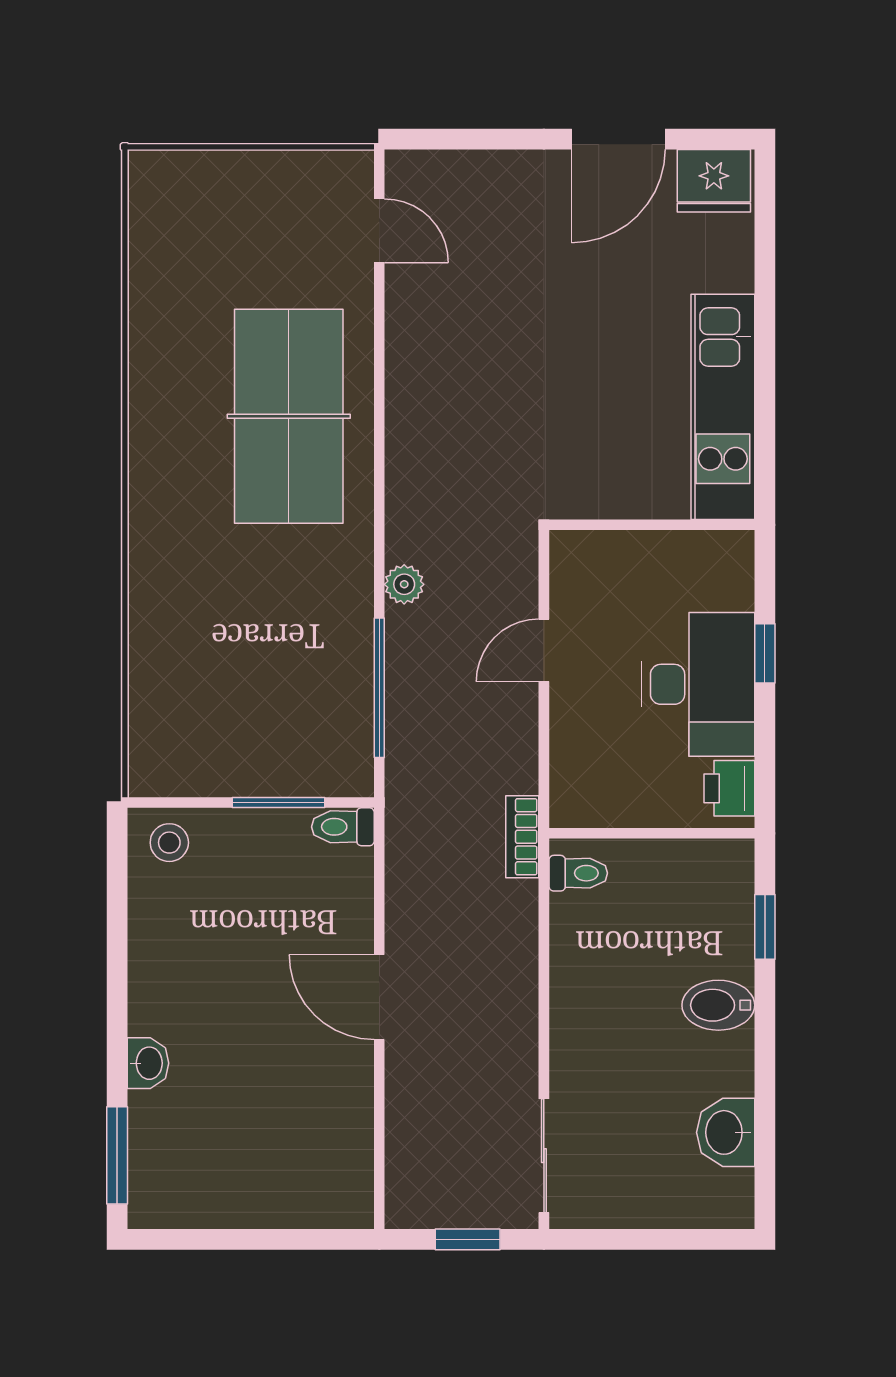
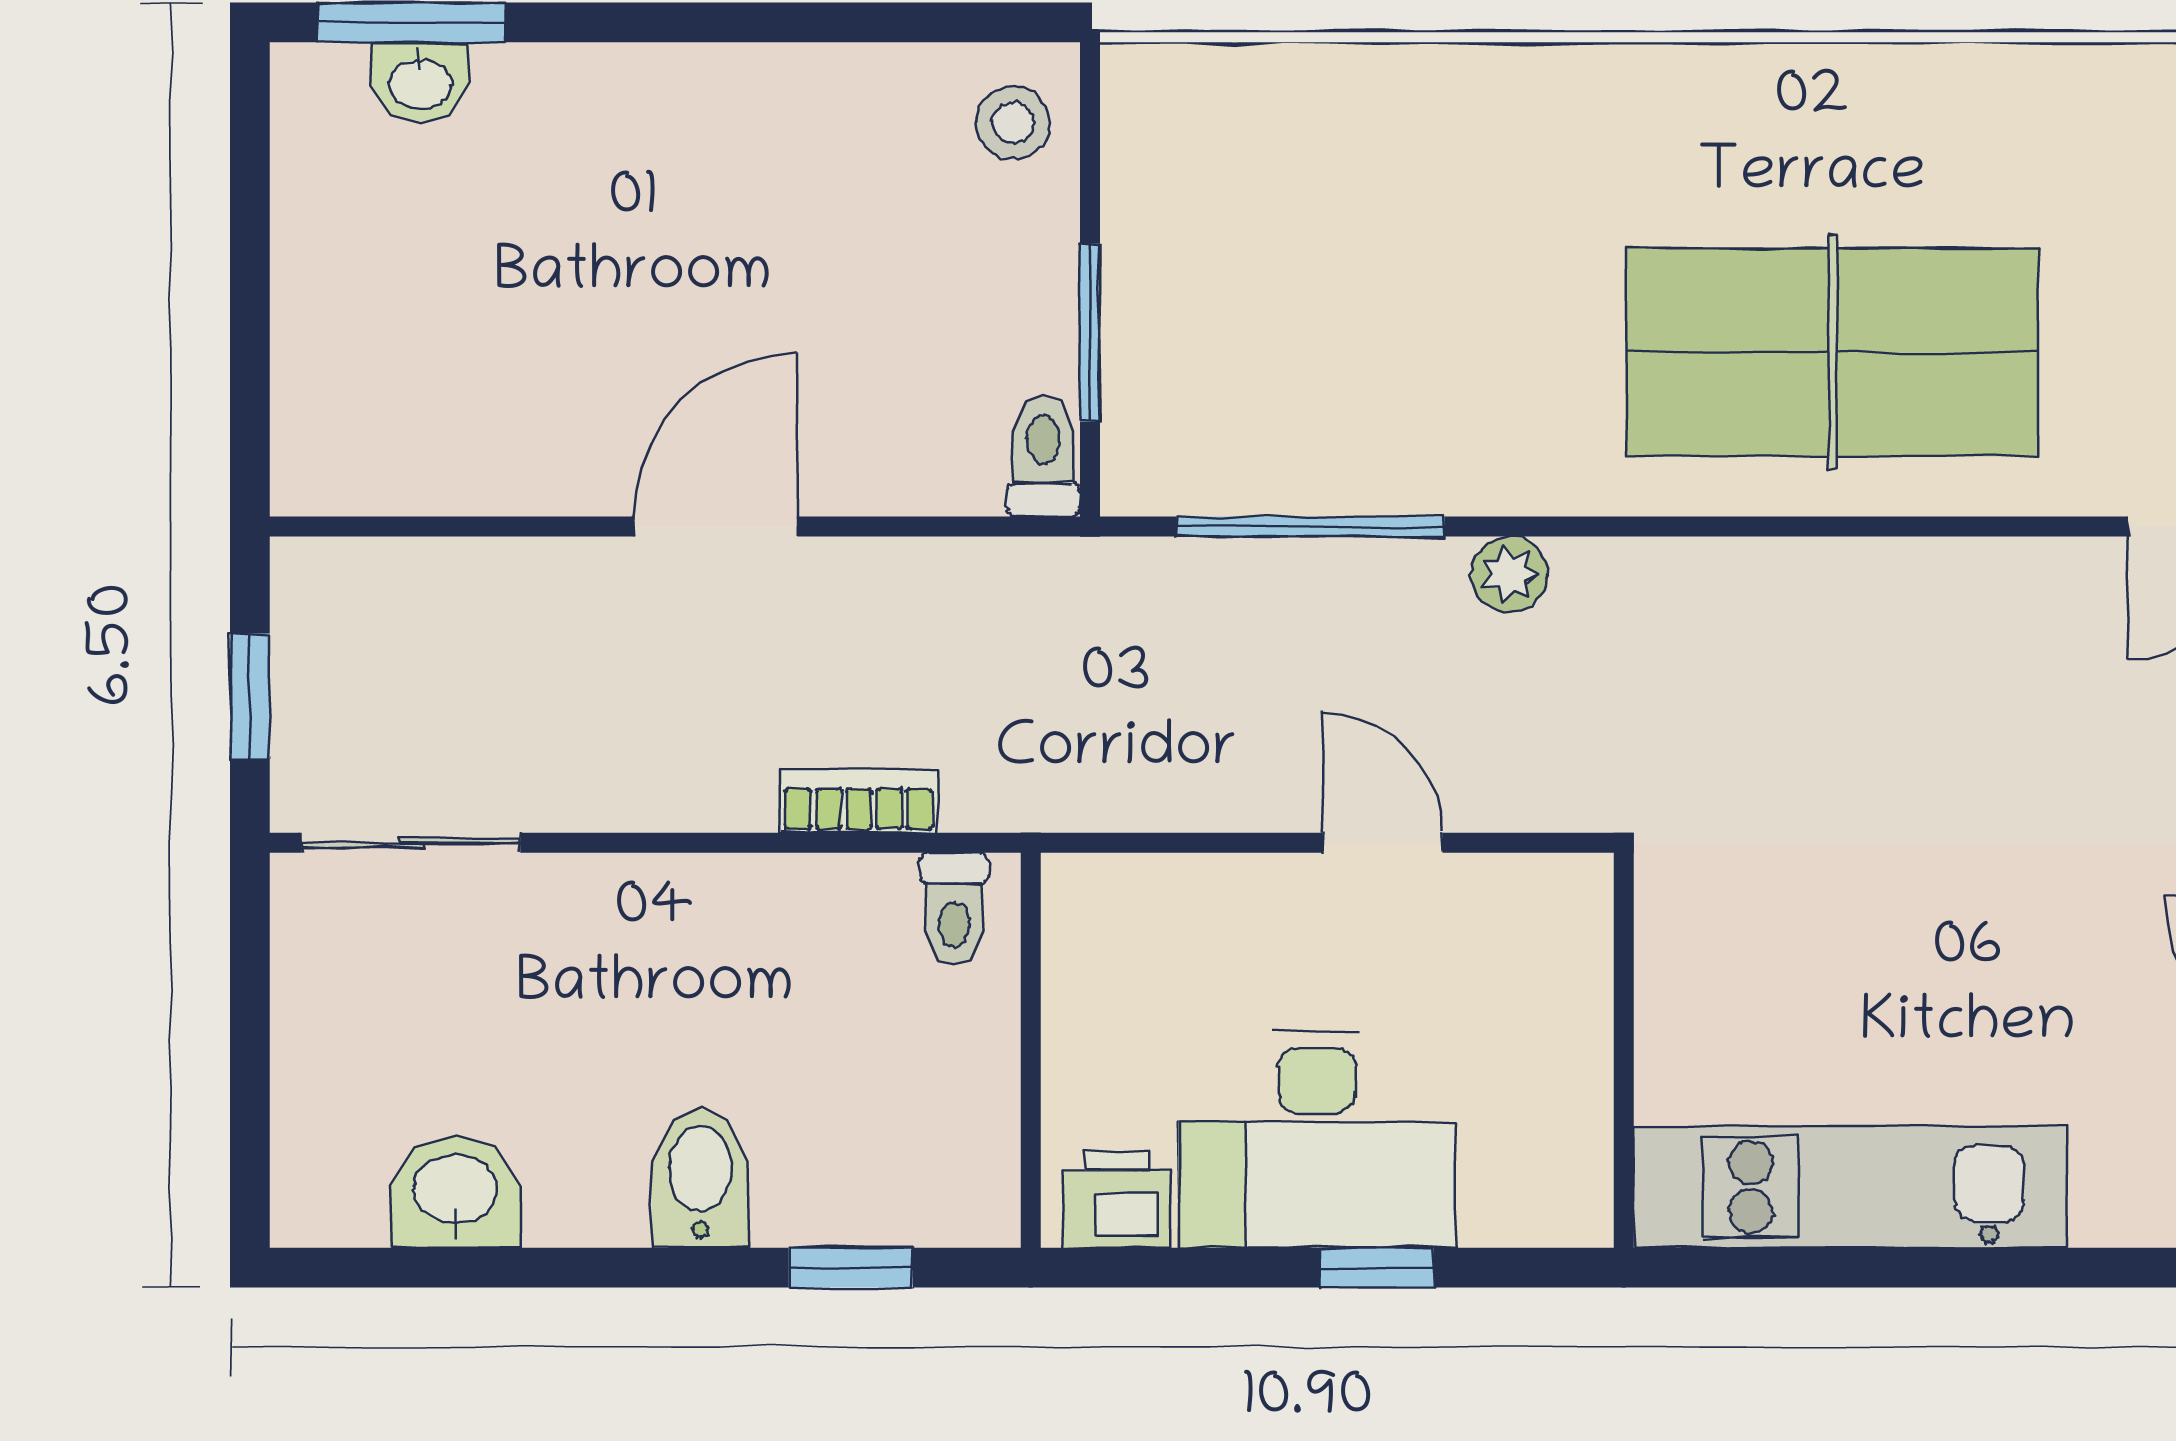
bookcase: (522, 837) -> (859, 801), moved
washbasin: (148, 1063) -> (420, 82), moved

